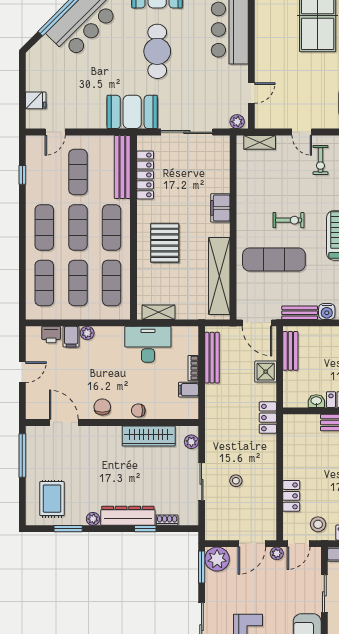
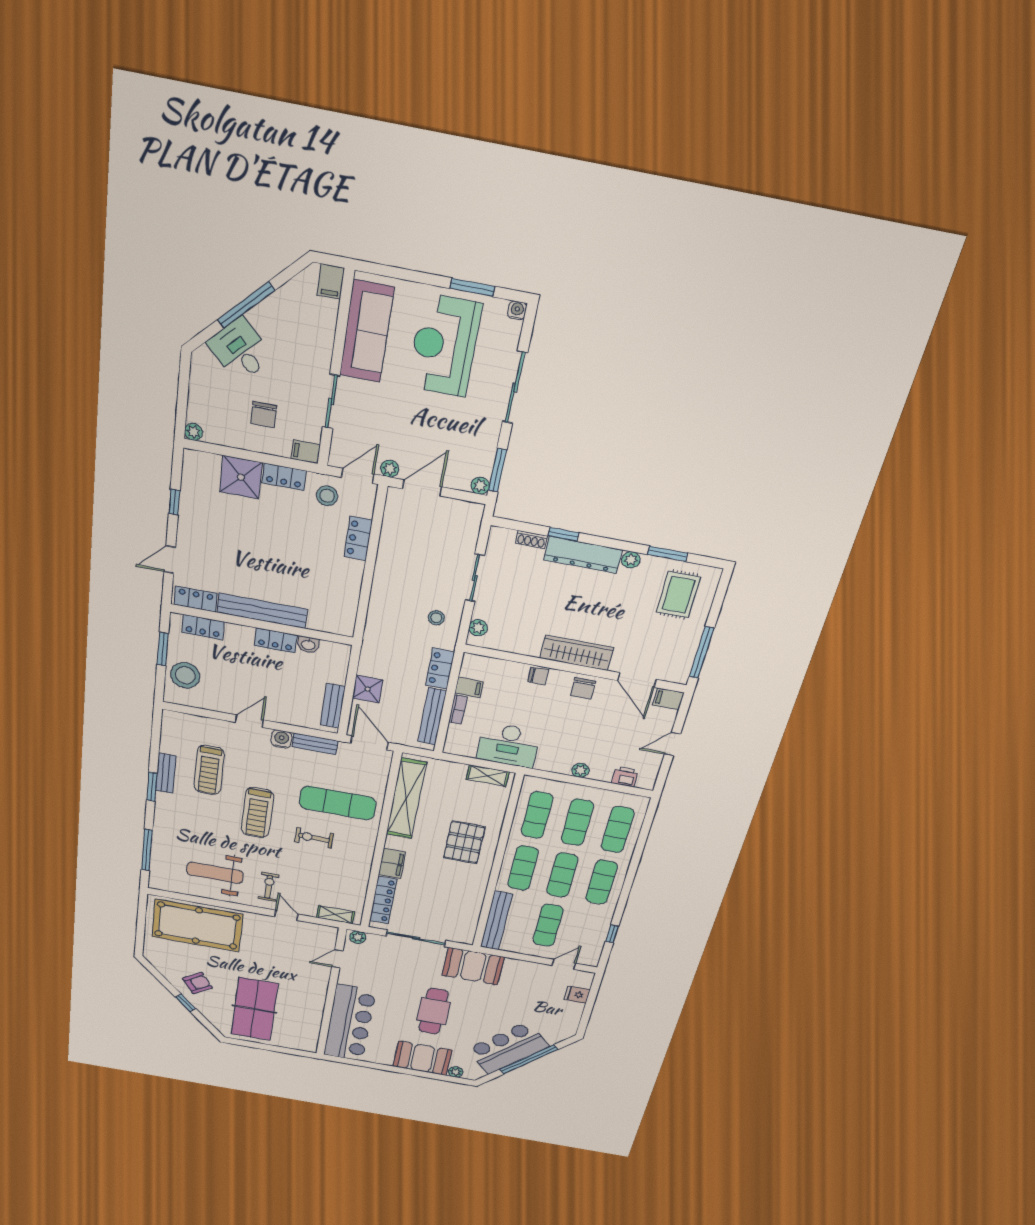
locker: (145, 175) -> (383, 900), moved, turned 180
filing cabinet: (71, 337) -> (668, 699), moved, turned -90
locker: (268, 418) -> (440, 669), moved, turned 180
wardrobe: (149, 436) -> (577, 653), moved
stool: (236, 481) -> (436, 618), moved
plant: (217, 559) -> (480, 486), width x0.53, depth x0.53

